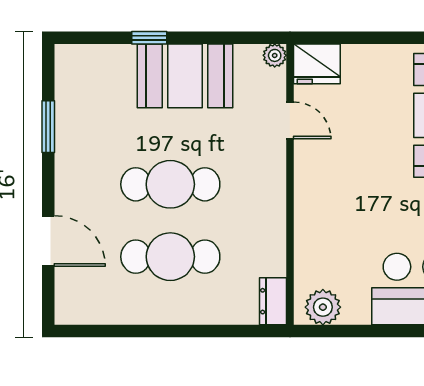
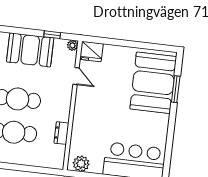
window: (149, 38) -> (52, 35), moved
dresser: (273, 301) -> (61, 133), moved

